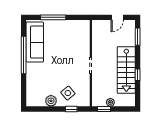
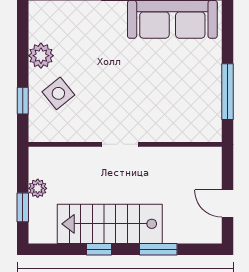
window: (53, 17) -> (228, 92), moved
window: (138, 37) -> (158, 249), moved
window: (104, 109) -> (23, 207), moved

